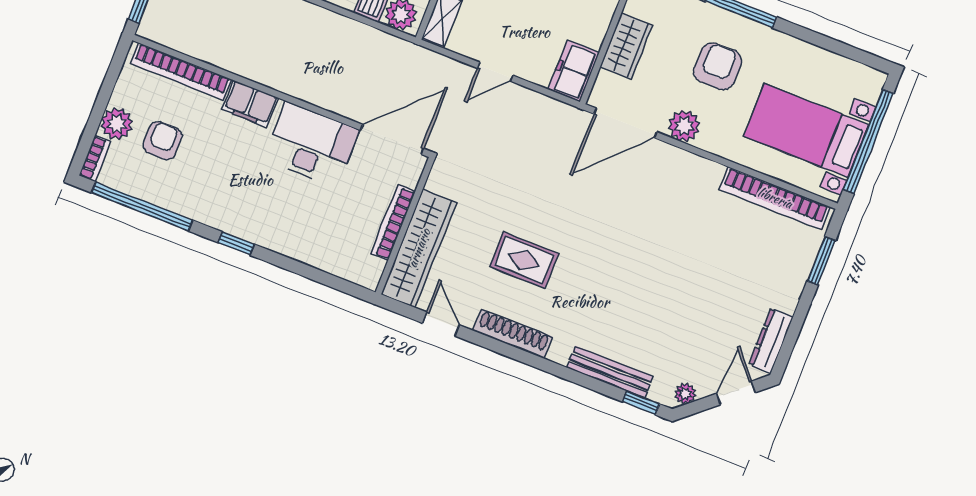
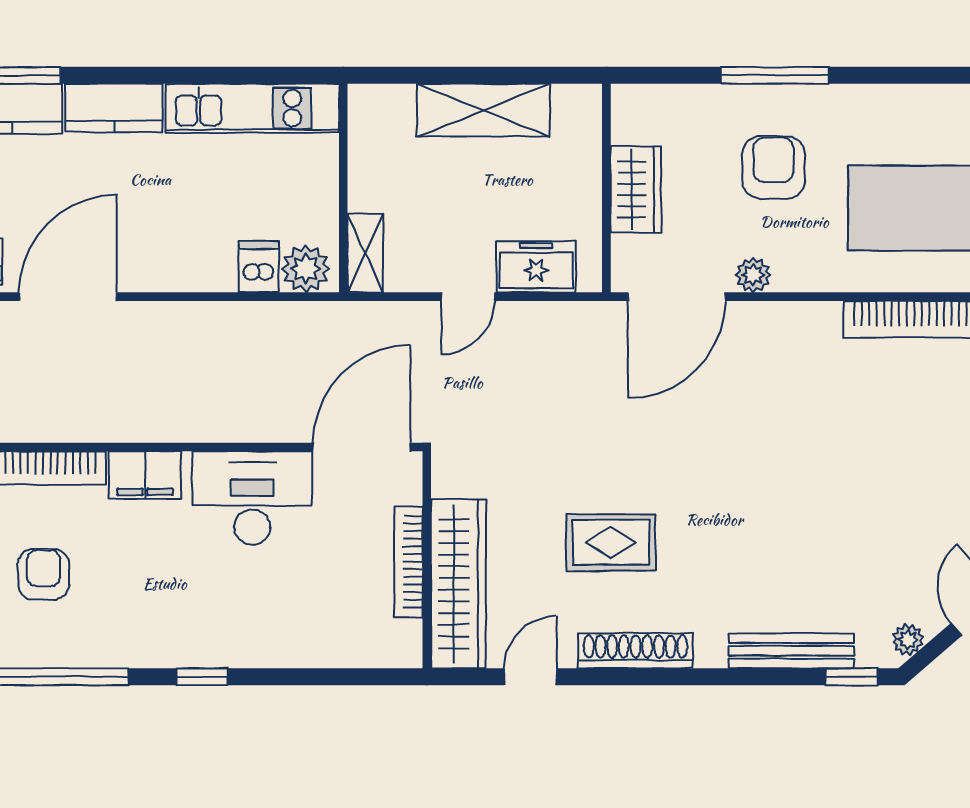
freezer: (574, 71) -> (536, 267), moved, turned 90
plant: (684, 126) -> (753, 275), width x0.73, depth x0.73
door: (441, 324) -> (530, 677), hinge flipped

